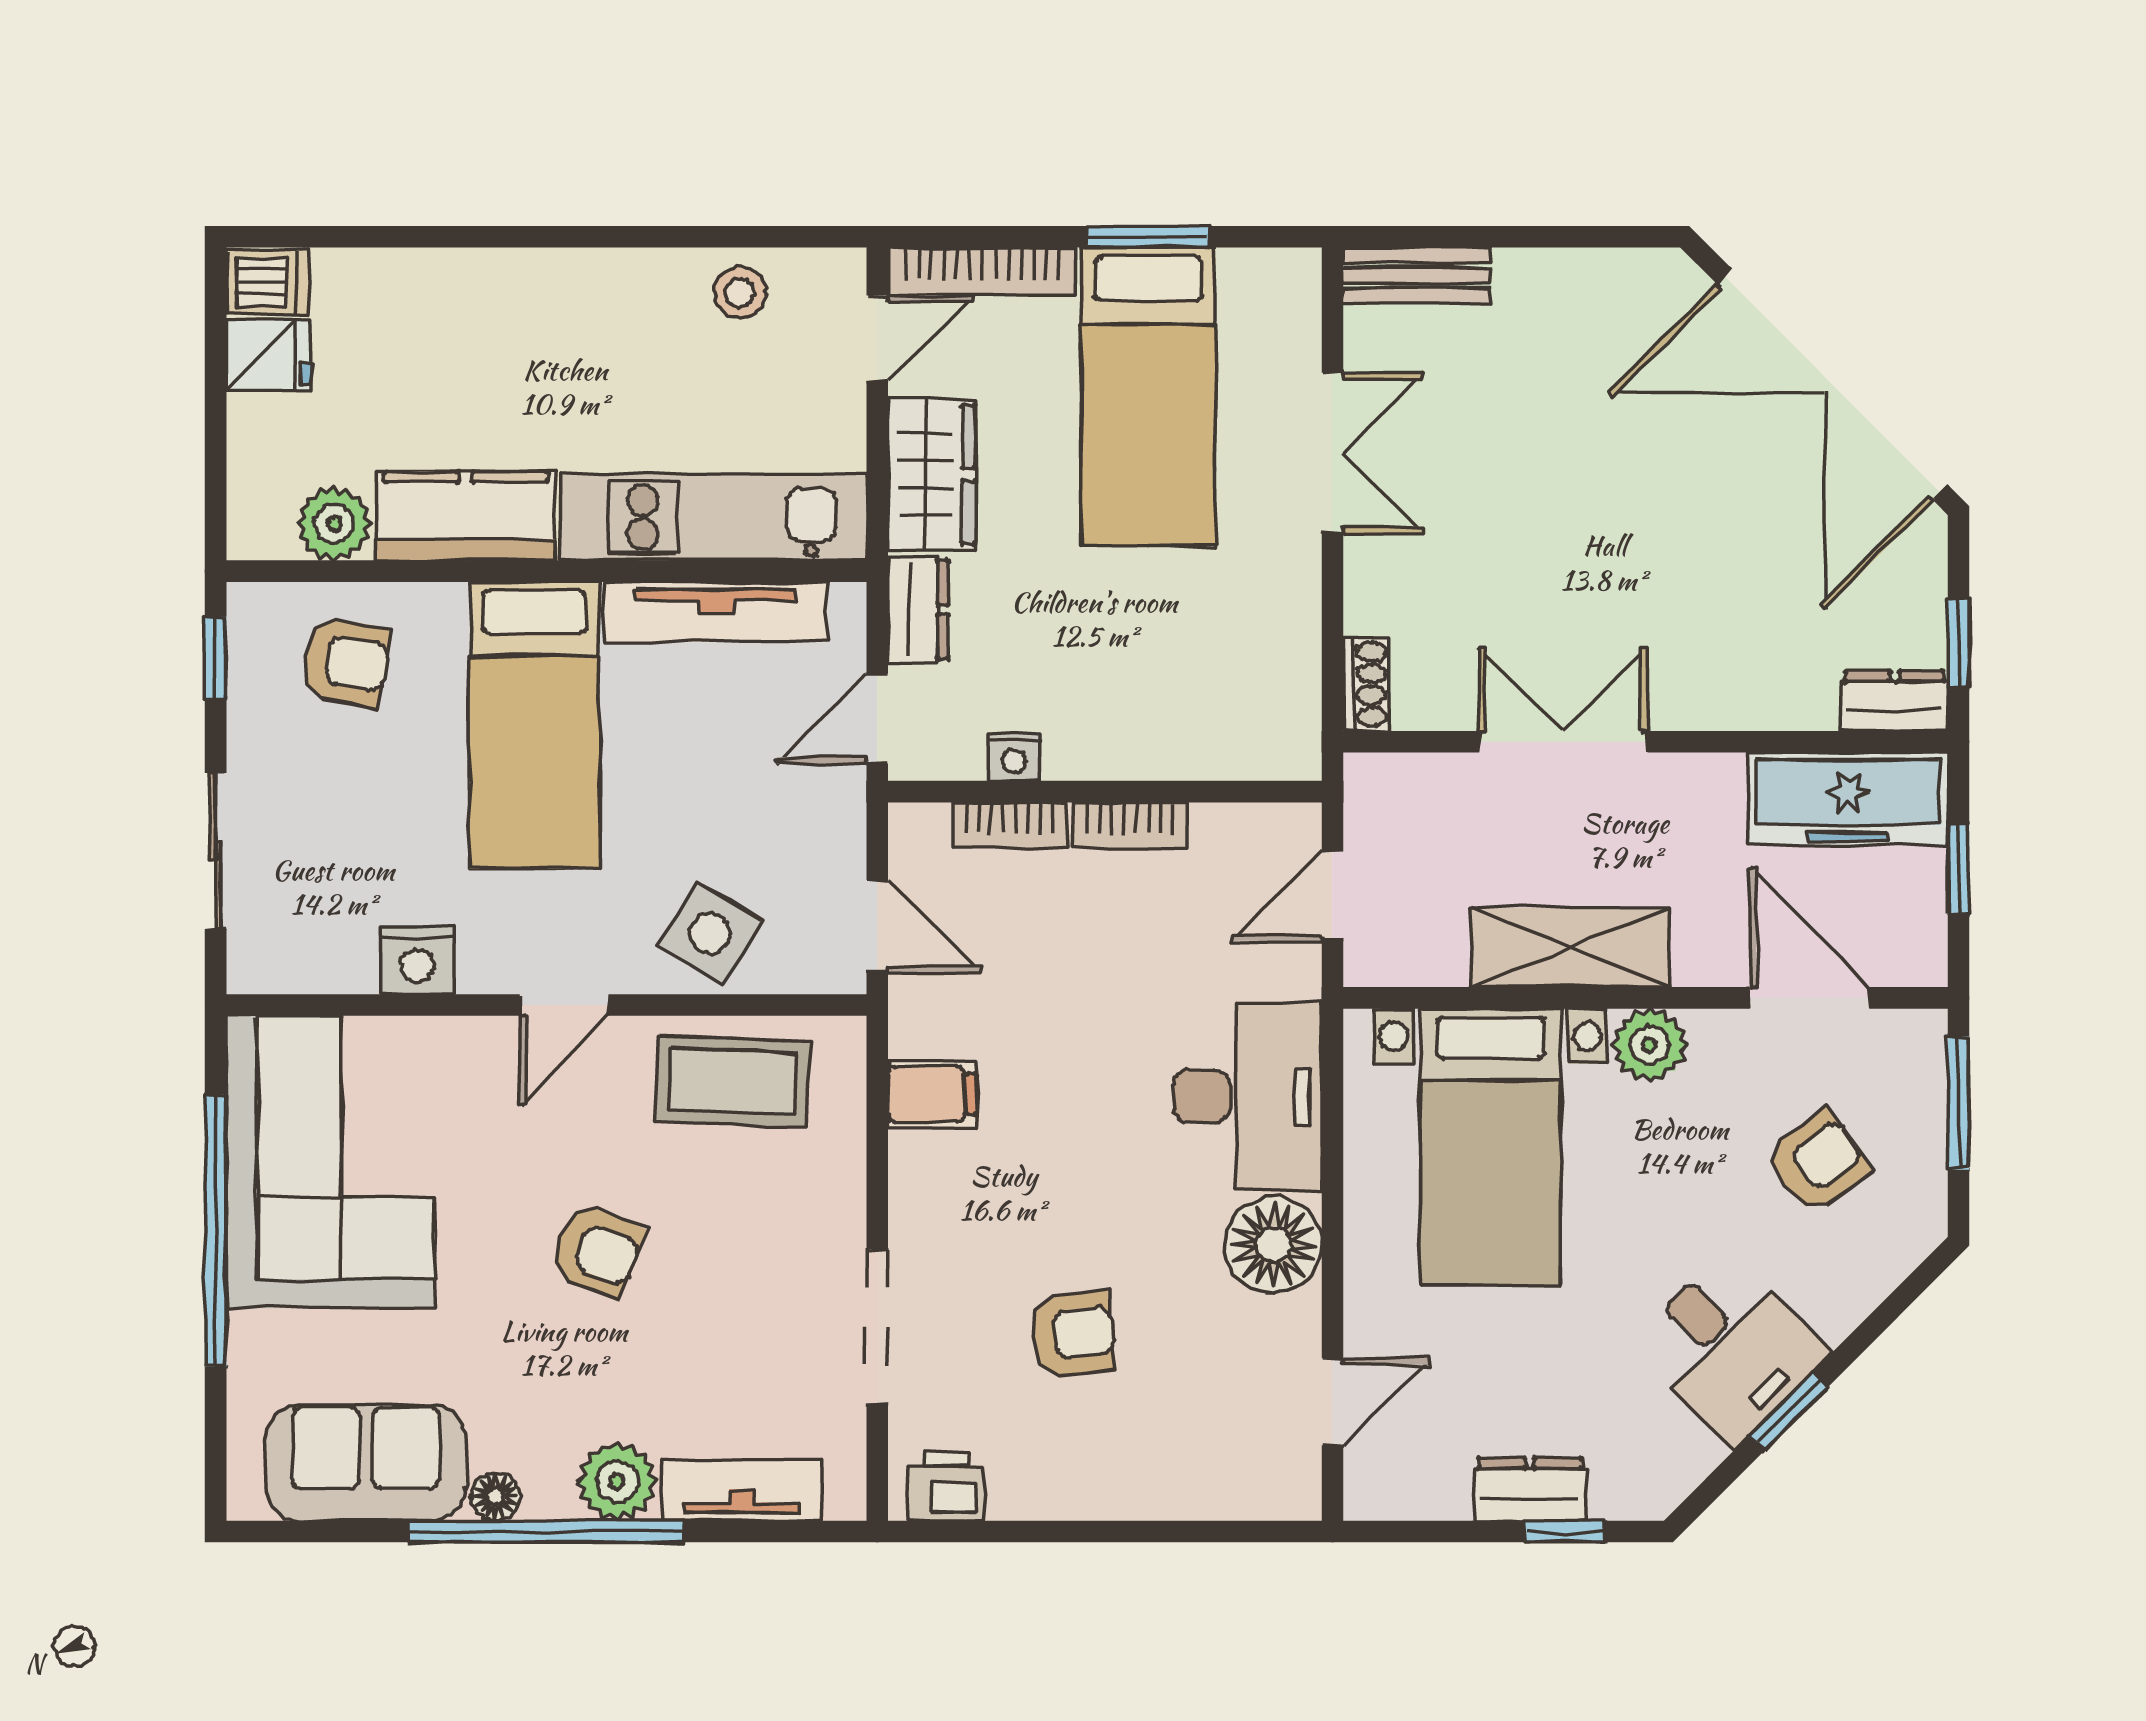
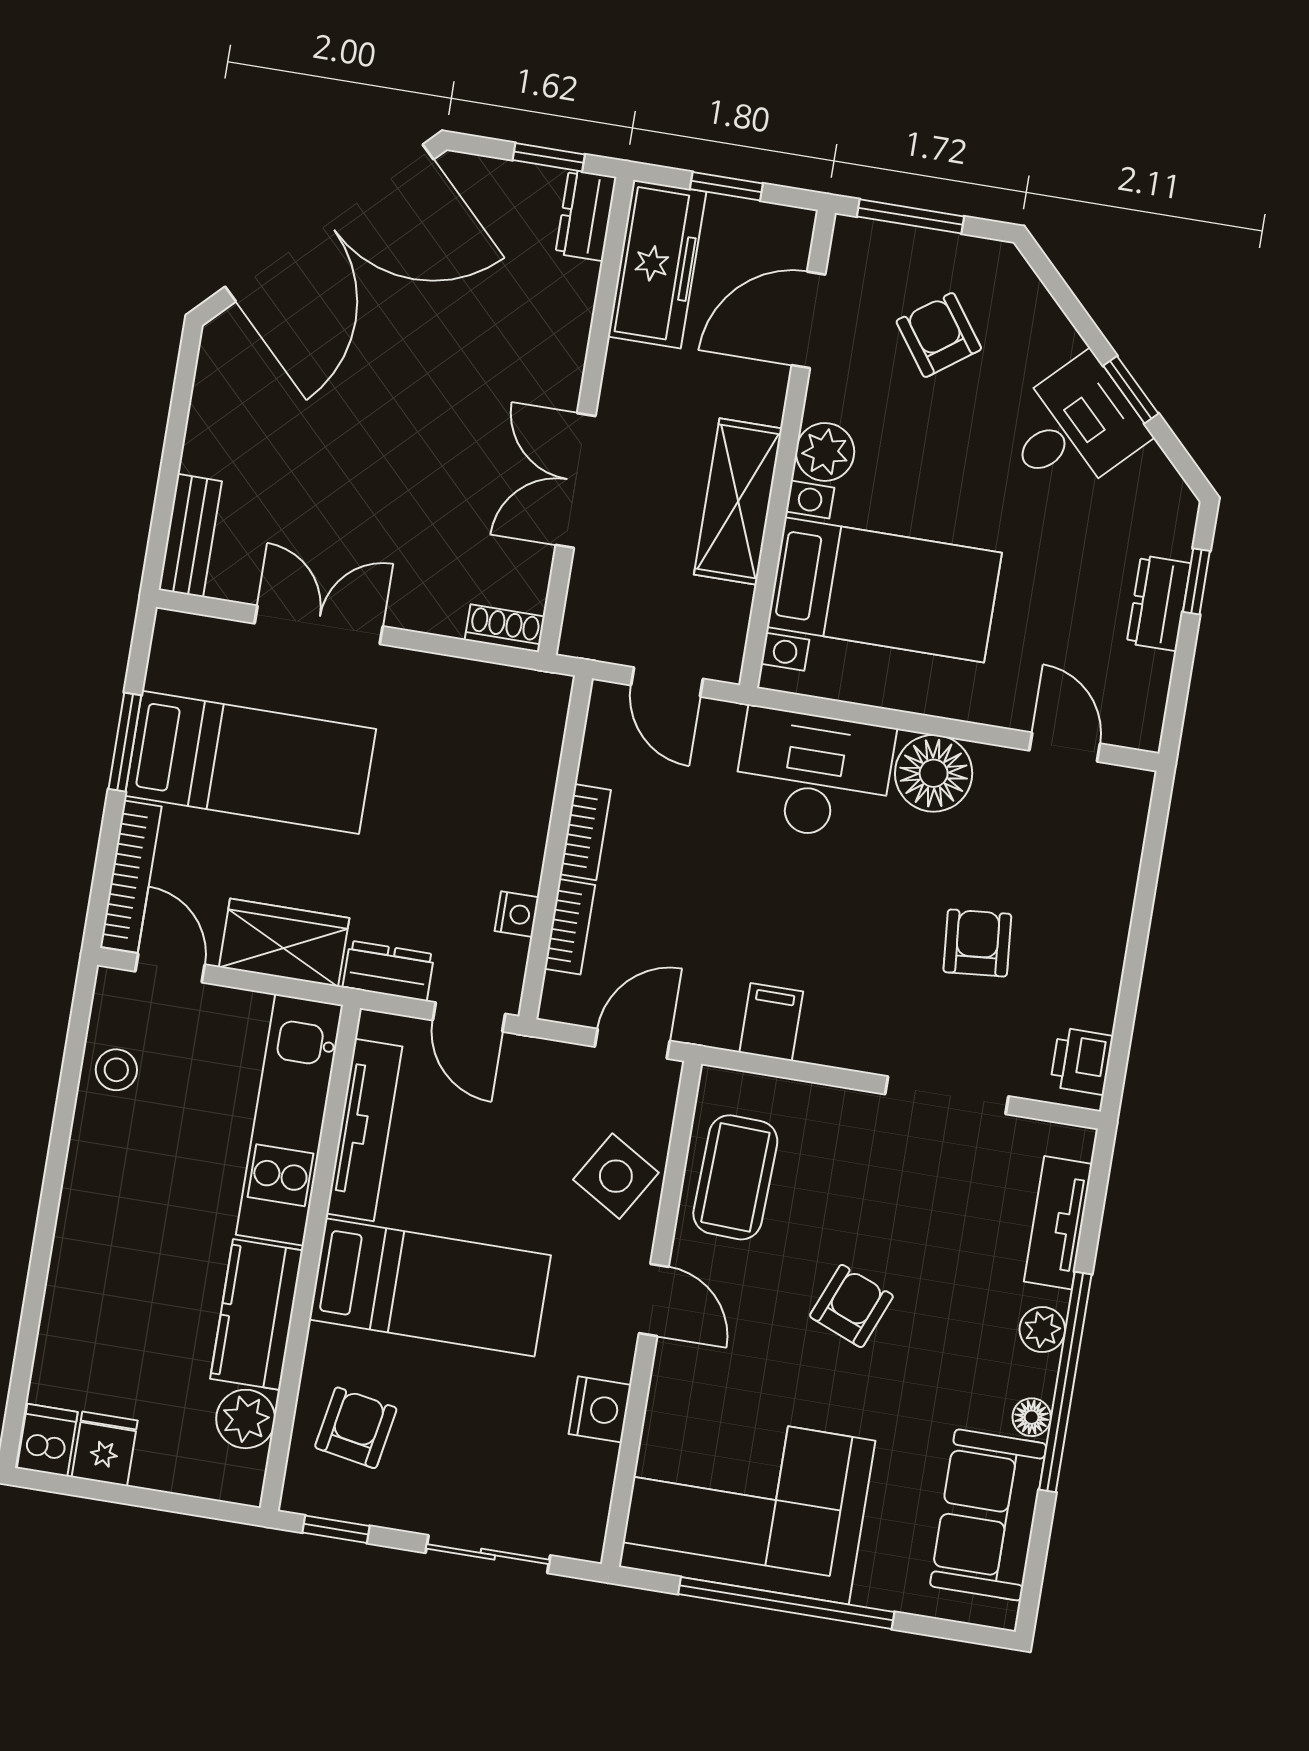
plant: (617, 1482) -> (1042, 1330), width x0.73, depth x0.73

